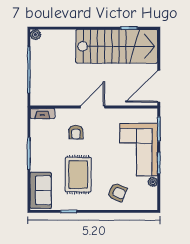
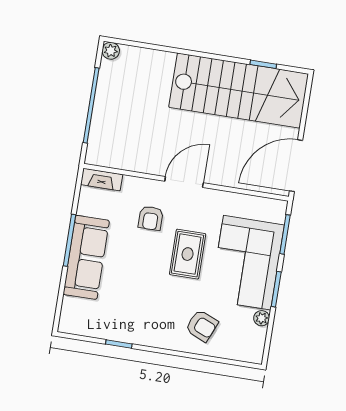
rug: (78, 175) -> (188, 254), moved, width x0.73, depth x0.70
sofa: (41, 190) -> (86, 257), moved, width x1.36

